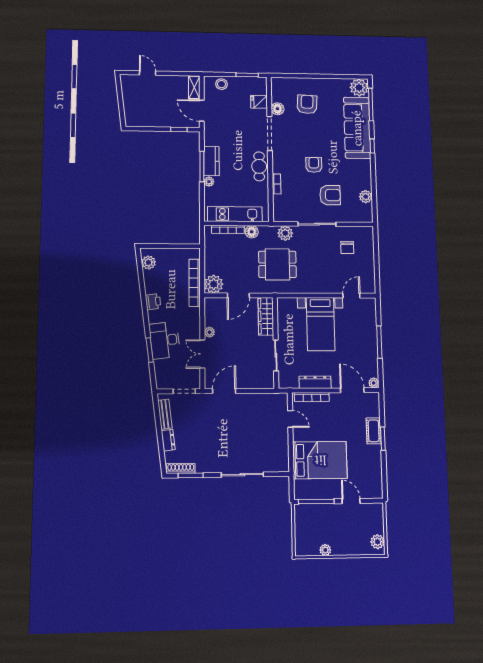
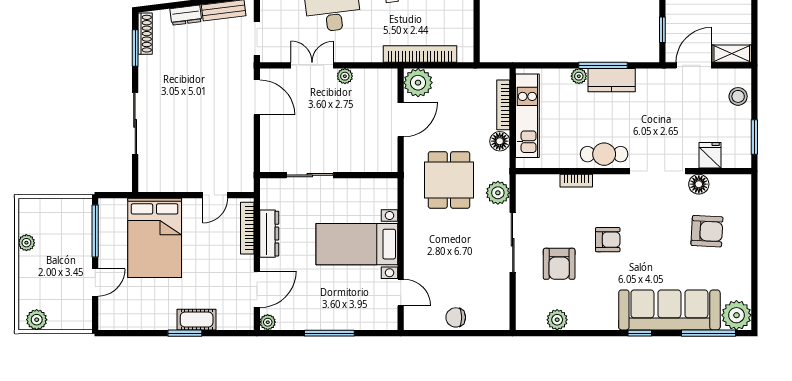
chair: (347, 247) -> (456, 317), moved
door: (238, 295) -> (401, 120), swing flipped
wardrobe: (266, 316) -> (369, 161), removed

